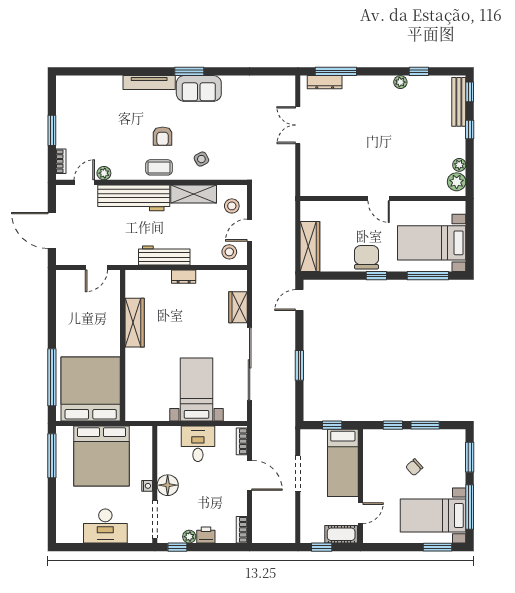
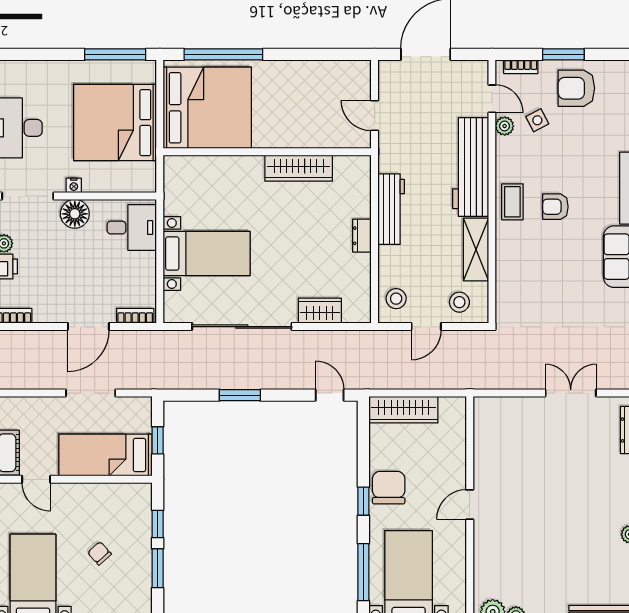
armchair: (77, 121) -> (576, 88), added
side table: (201, 159) -> (537, 120), moved
door: (250, 230) -> (426, 327), swing flipped
chair: (367, 257) -> (389, 488), turned -90
desk: (198, 444) -> (132, 228), moved

